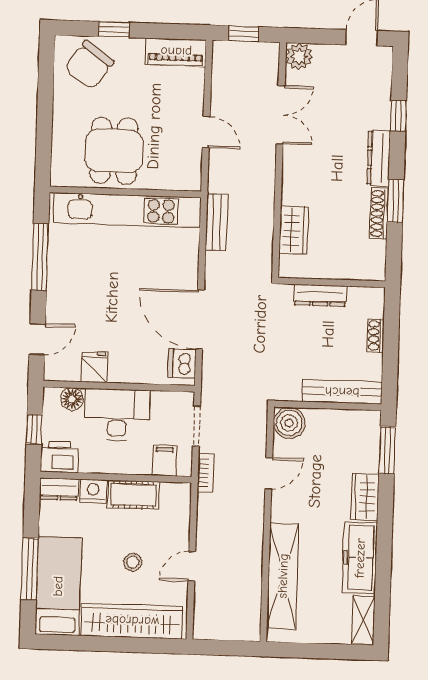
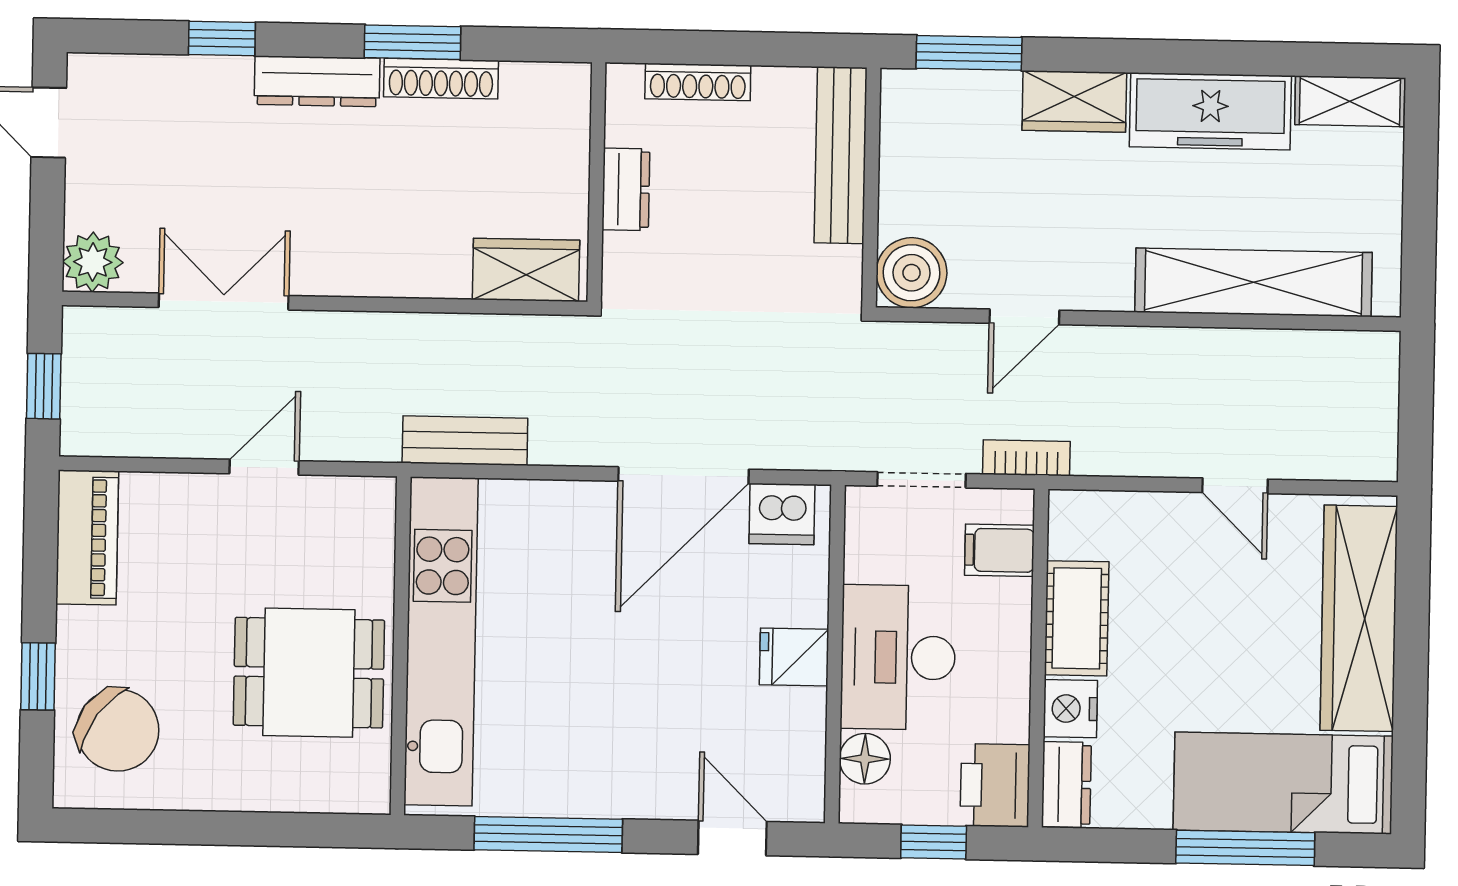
wardrobe: (294, 230) -> (526, 270), moved
dresser: (320, 295) -> (626, 189), width x0.70
shoe rack: (376, 336) -> (698, 82), width x1.43
fridge: (94, 367) -> (794, 657), moved
door: (269, 473) -> (1024, 317), swing flipped
stool: (133, 562) -> (1227, 618), removed

